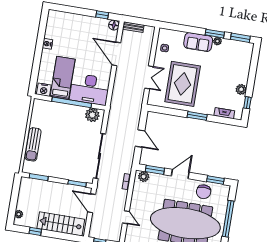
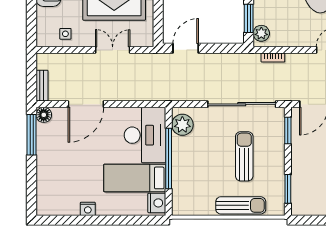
window: (102, 15) -> (32, 135), width x2.17
door: (140, 139) -> (186, 48), moved
sun lounger: (65, 152) -> (244, 156), added

